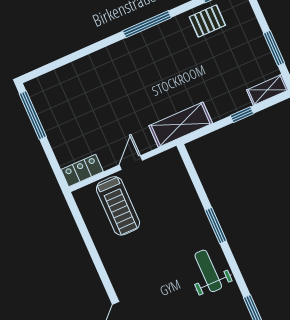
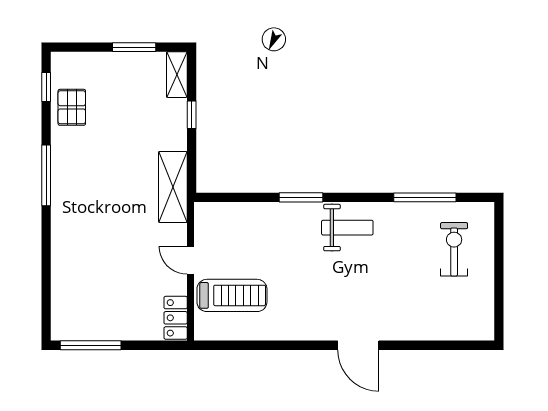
weight bench: (208, 271) -> (347, 228), turned 180

